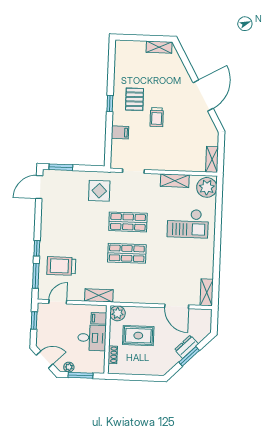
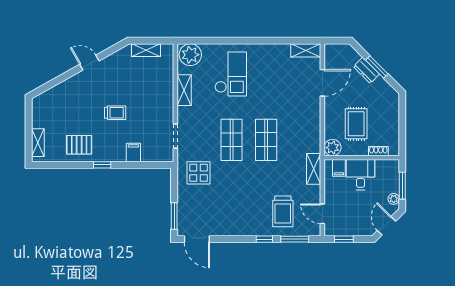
shelving: (159, 47) -> (38, 143), moved
door: (203, 96) -> (89, 63), width x0.53
pallet: (135, 99) -> (79, 145), moved
shelving: (212, 159) -> (146, 50), moved

